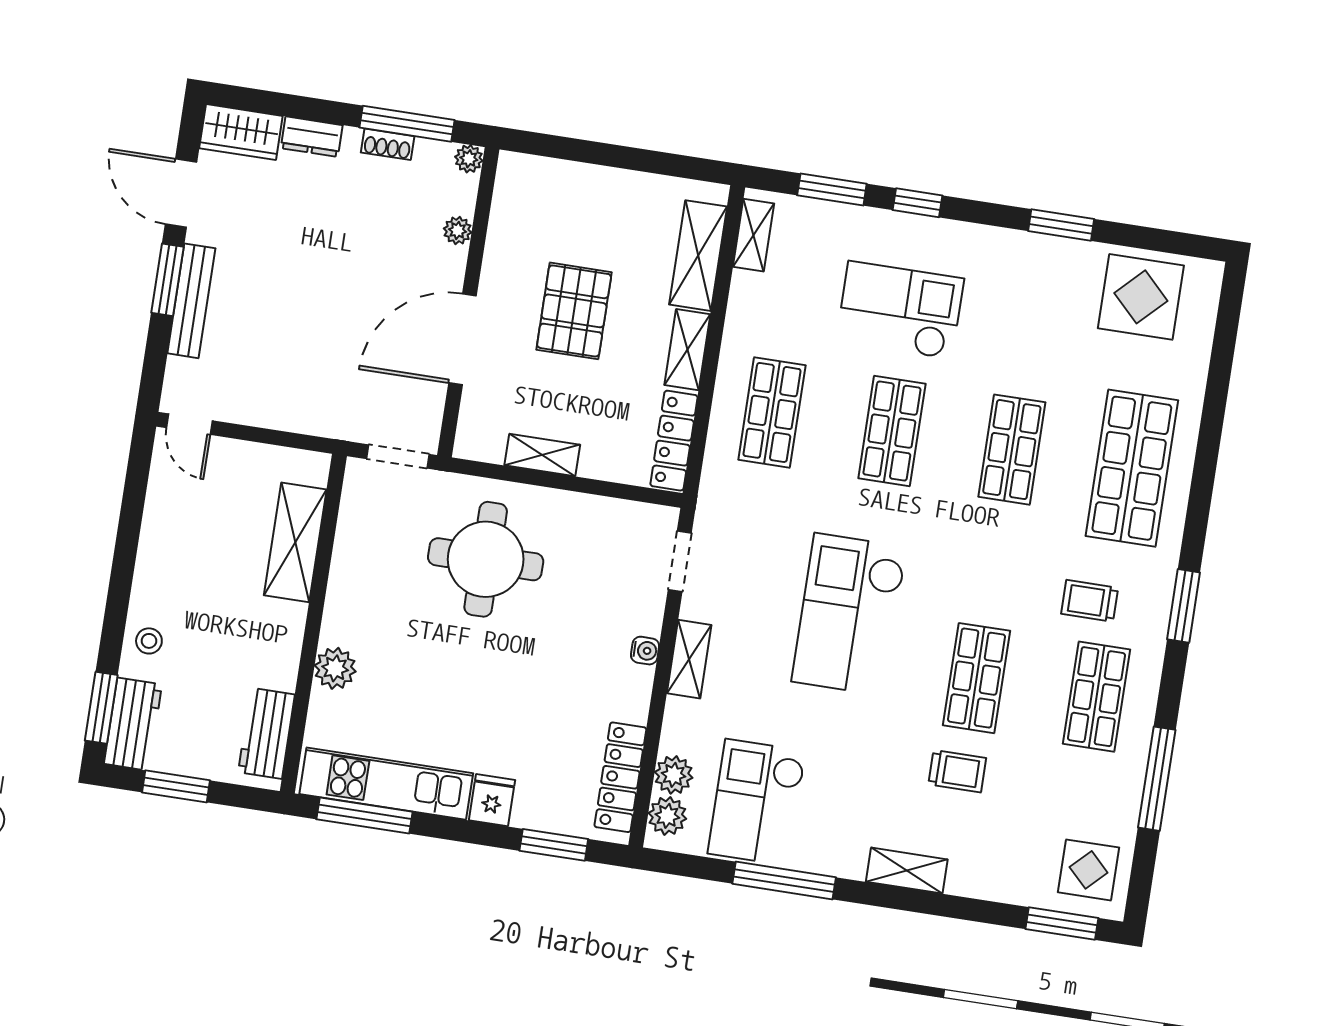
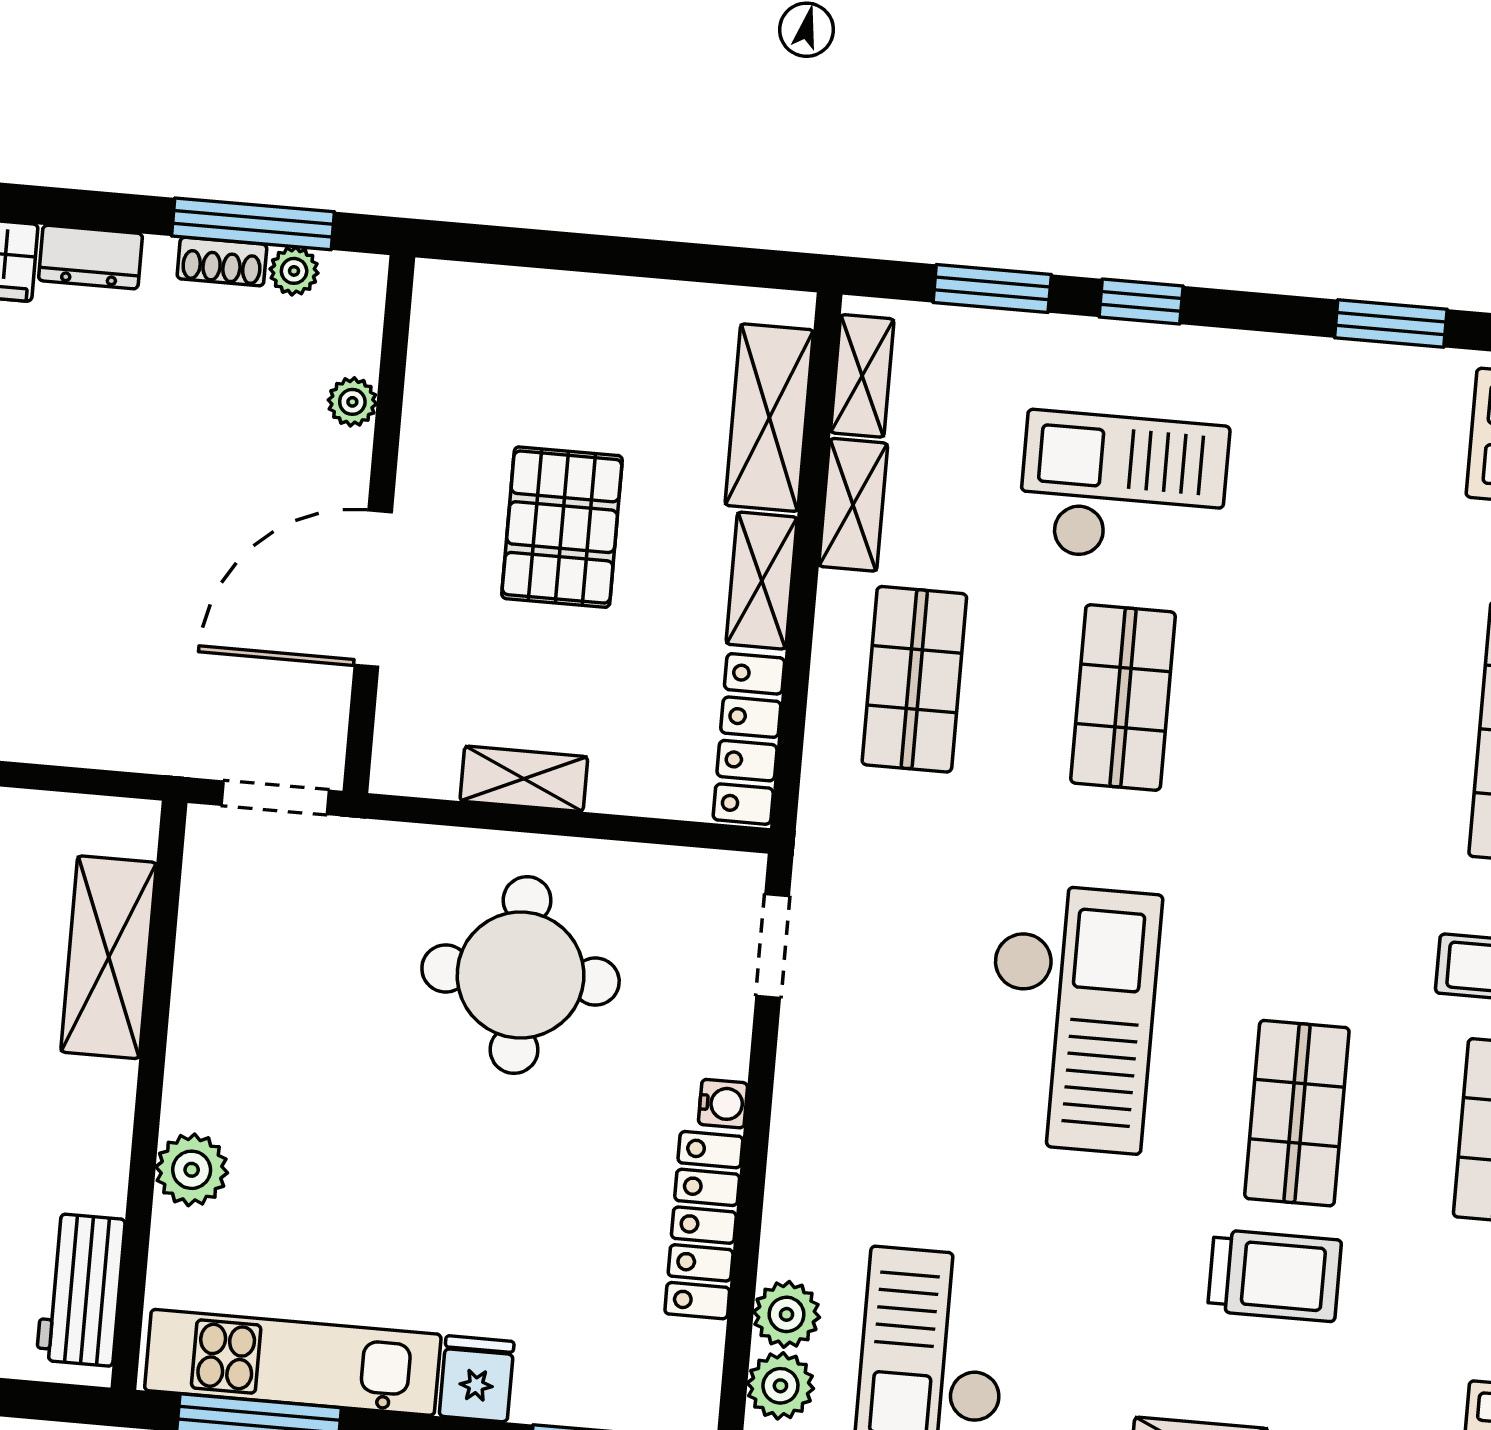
plant: (469, 159) -> (294, 271), moved
shop shelf: (1012, 450) -> (1332, 716), removed
round table: (486, 559) -> (521, 975), moved
checkout: (849, 614) -> (1071, 1018), turned 180
shelving: (689, 659) -> (853, 505), moved
trolley: (957, 771) -> (1274, 1276), width x1.36, depth x1.39
locker: (620, 777) -> (704, 1225), moved

